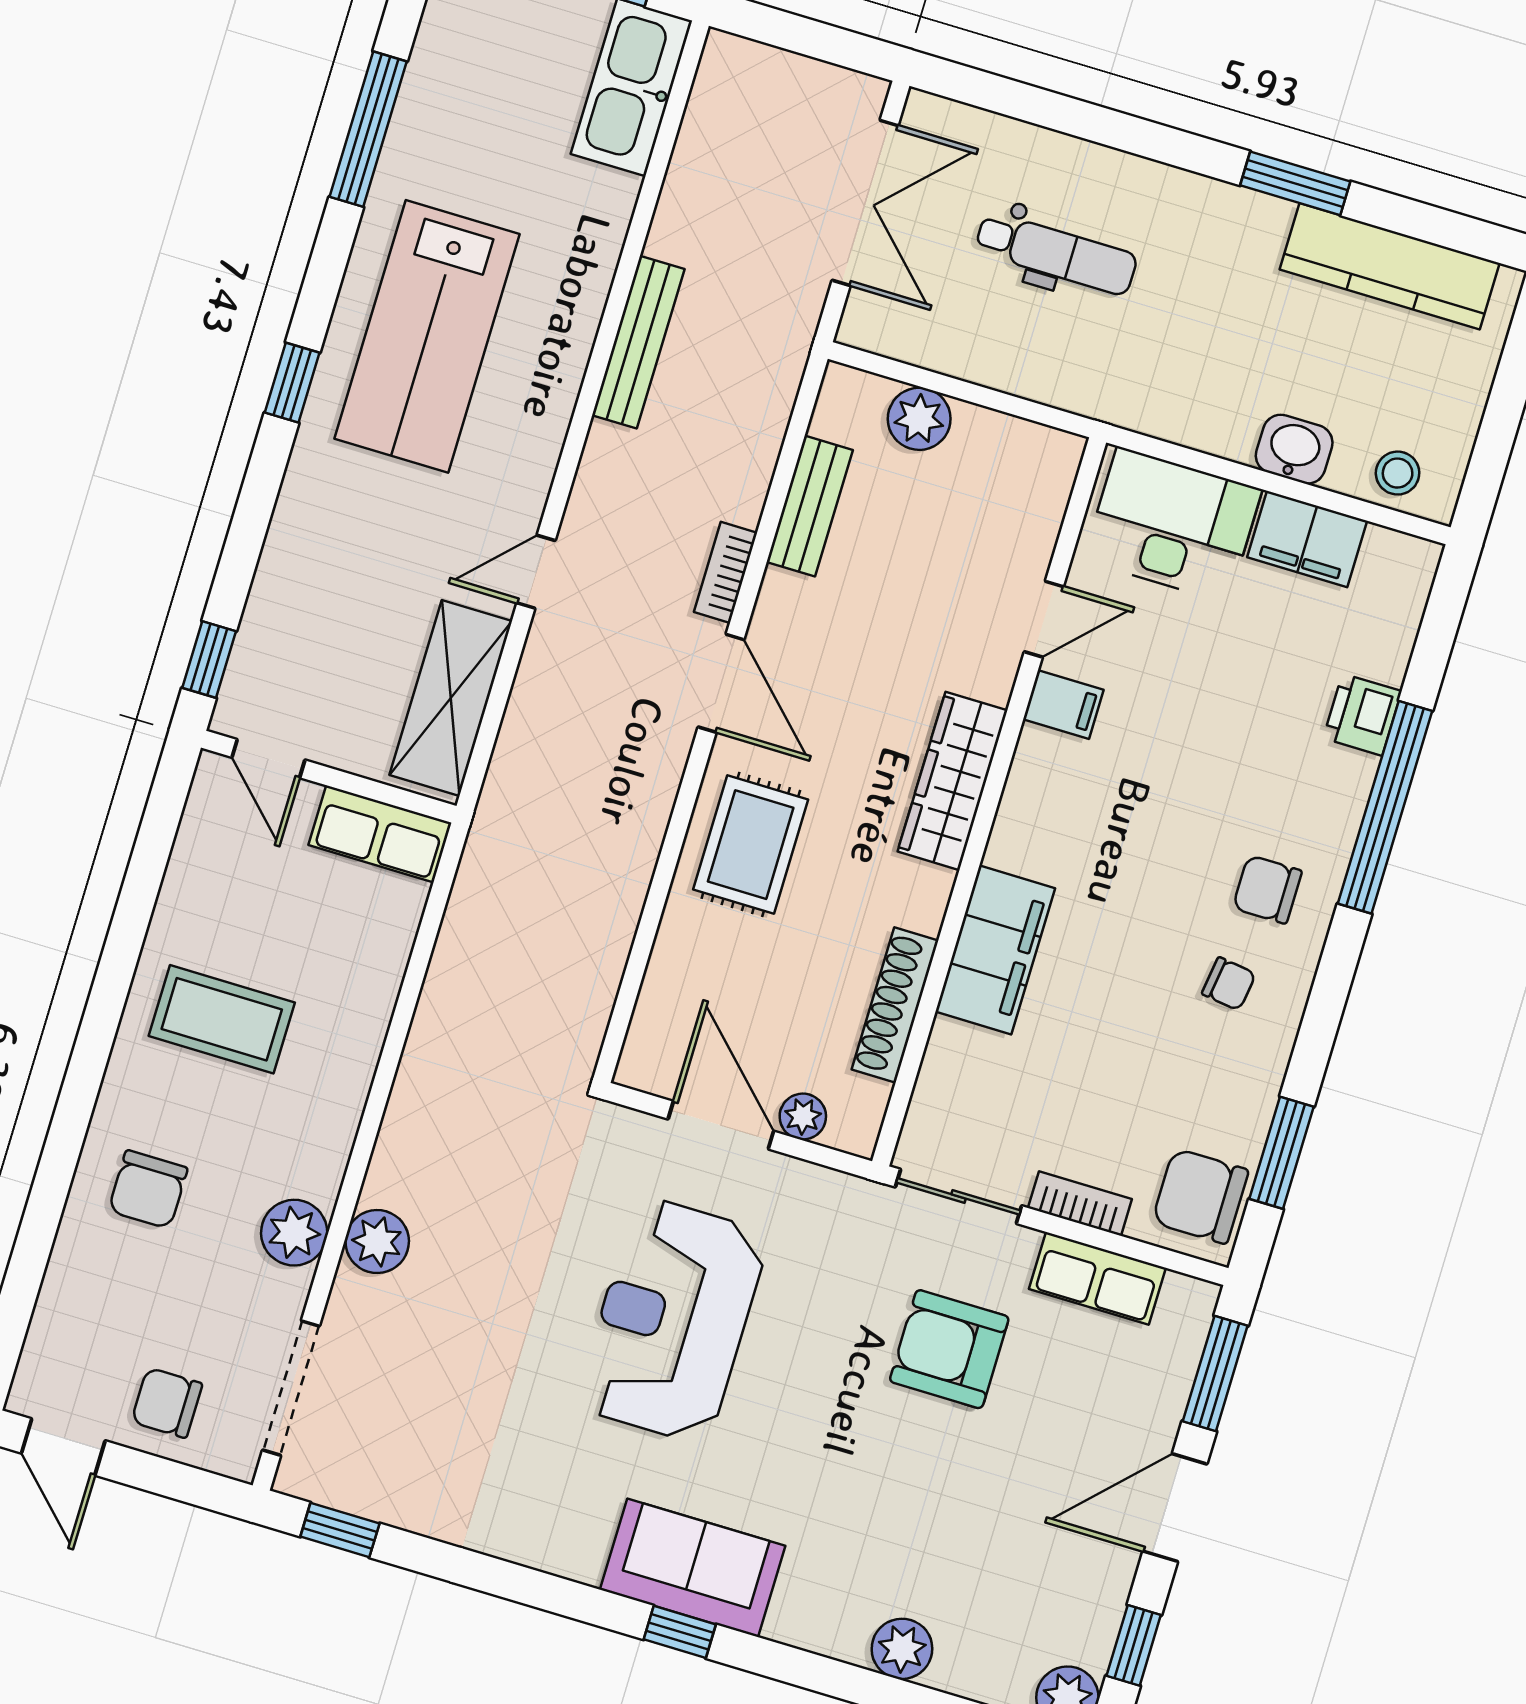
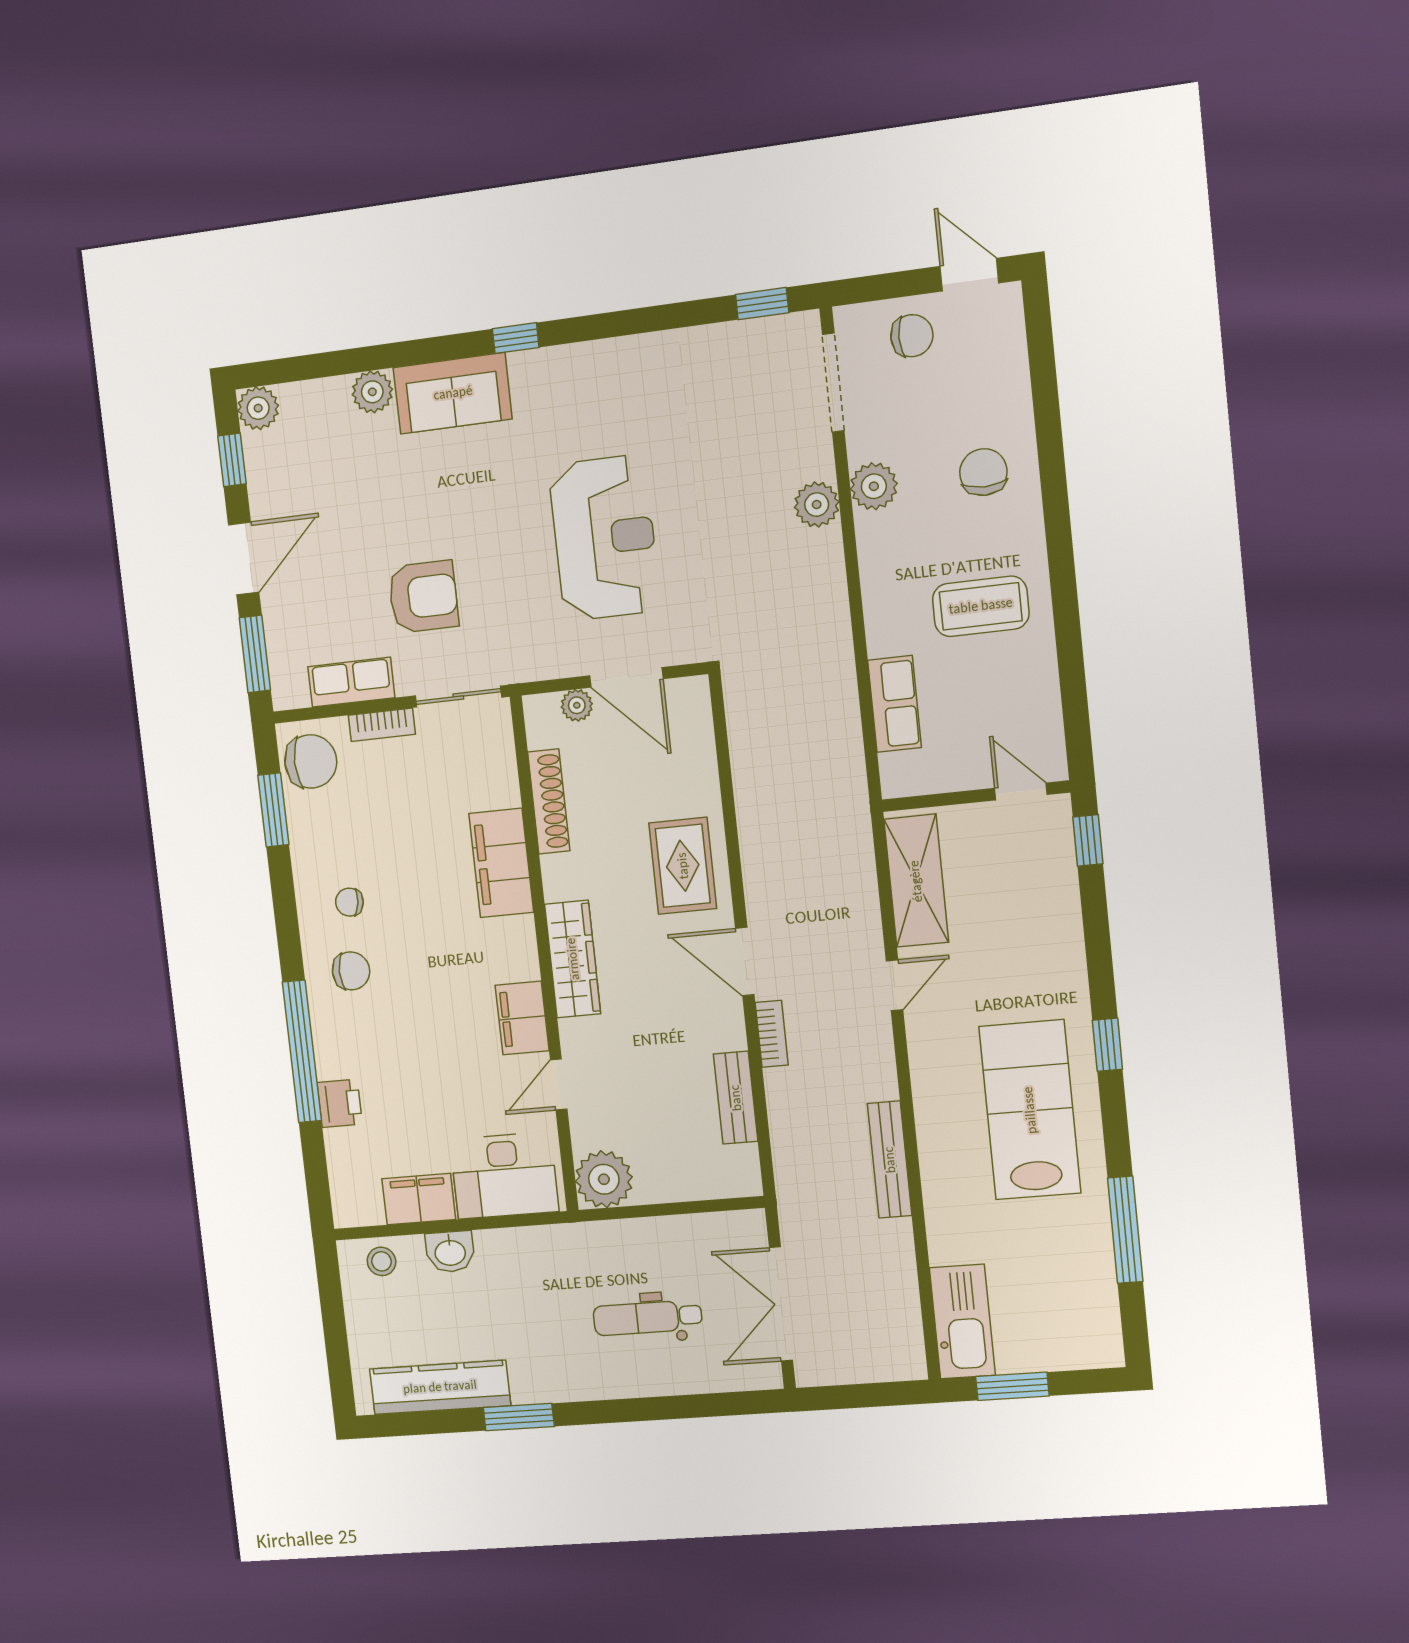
plant: (919, 419) -> (604, 1179), moved, width x1.36, depth x1.36
filing cabinet: (1063, 705) -> (522, 1018), width x2.00
row of seats: (380, 834) -> (895, 704), moved, turned 90
sofa: (693, 1568) -> (453, 393), moved

